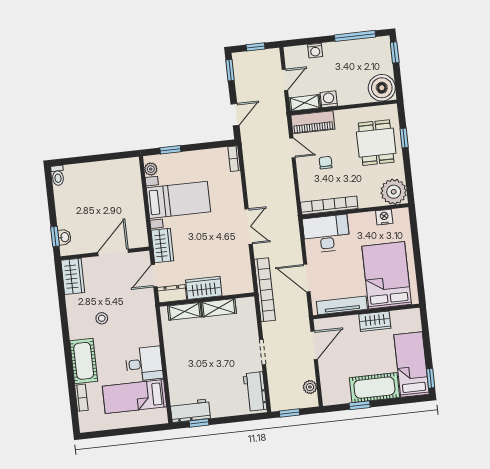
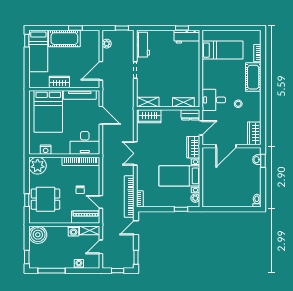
dining table: (376, 143) -> (45, 199), turned 90
wardrobe: (204, 288) -> (150, 116), moved
bookcase: (265, 290) -> (129, 197), moved
shelving: (219, 308) -> (148, 102), moved
desk: (144, 364) -> (214, 100), moved

